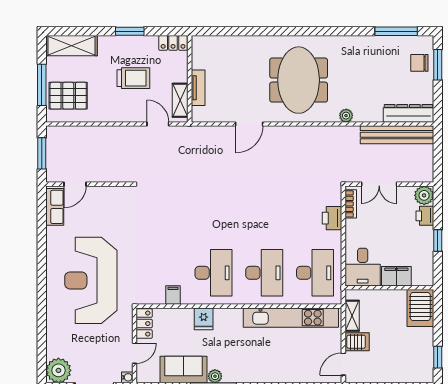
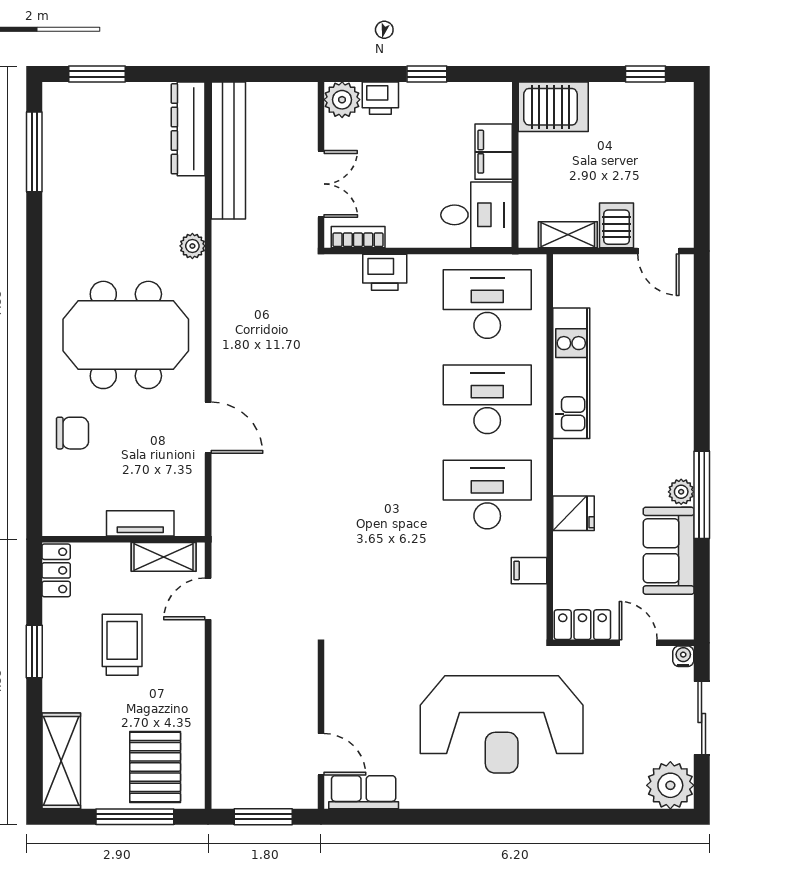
chair: (419, 63) -> (72, 433), moved, turned -90
kitchen unit: (291, 318) -> (571, 373), width x0.73

